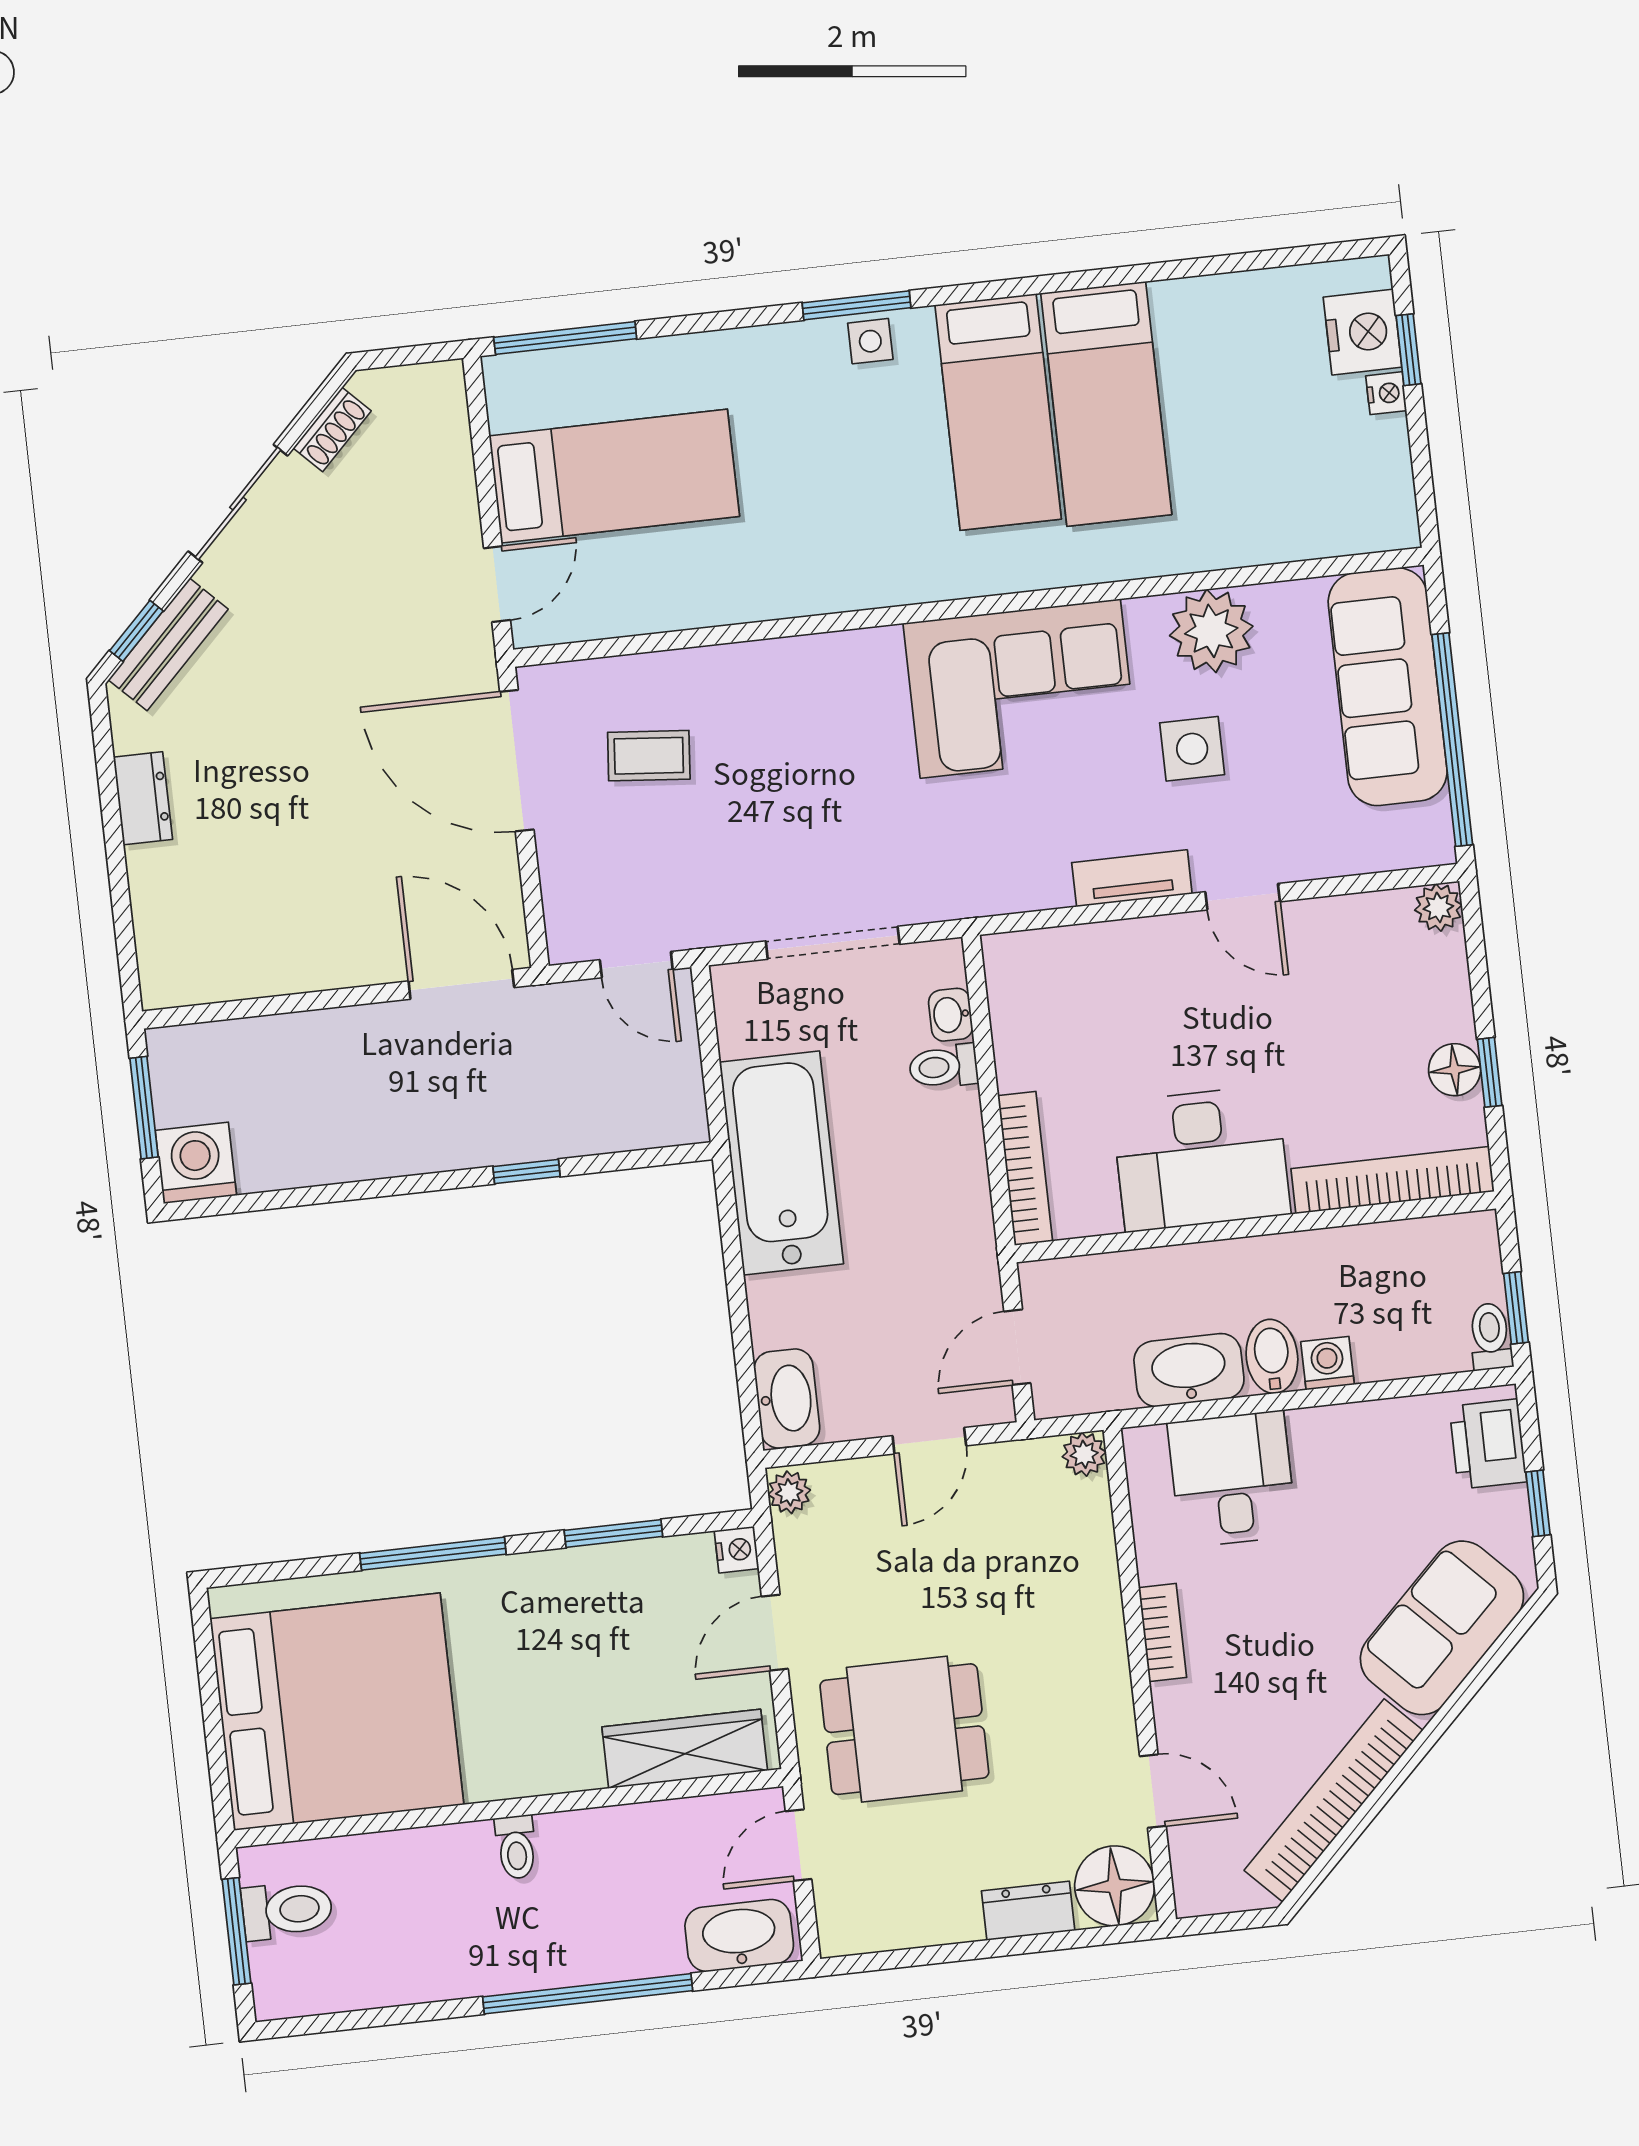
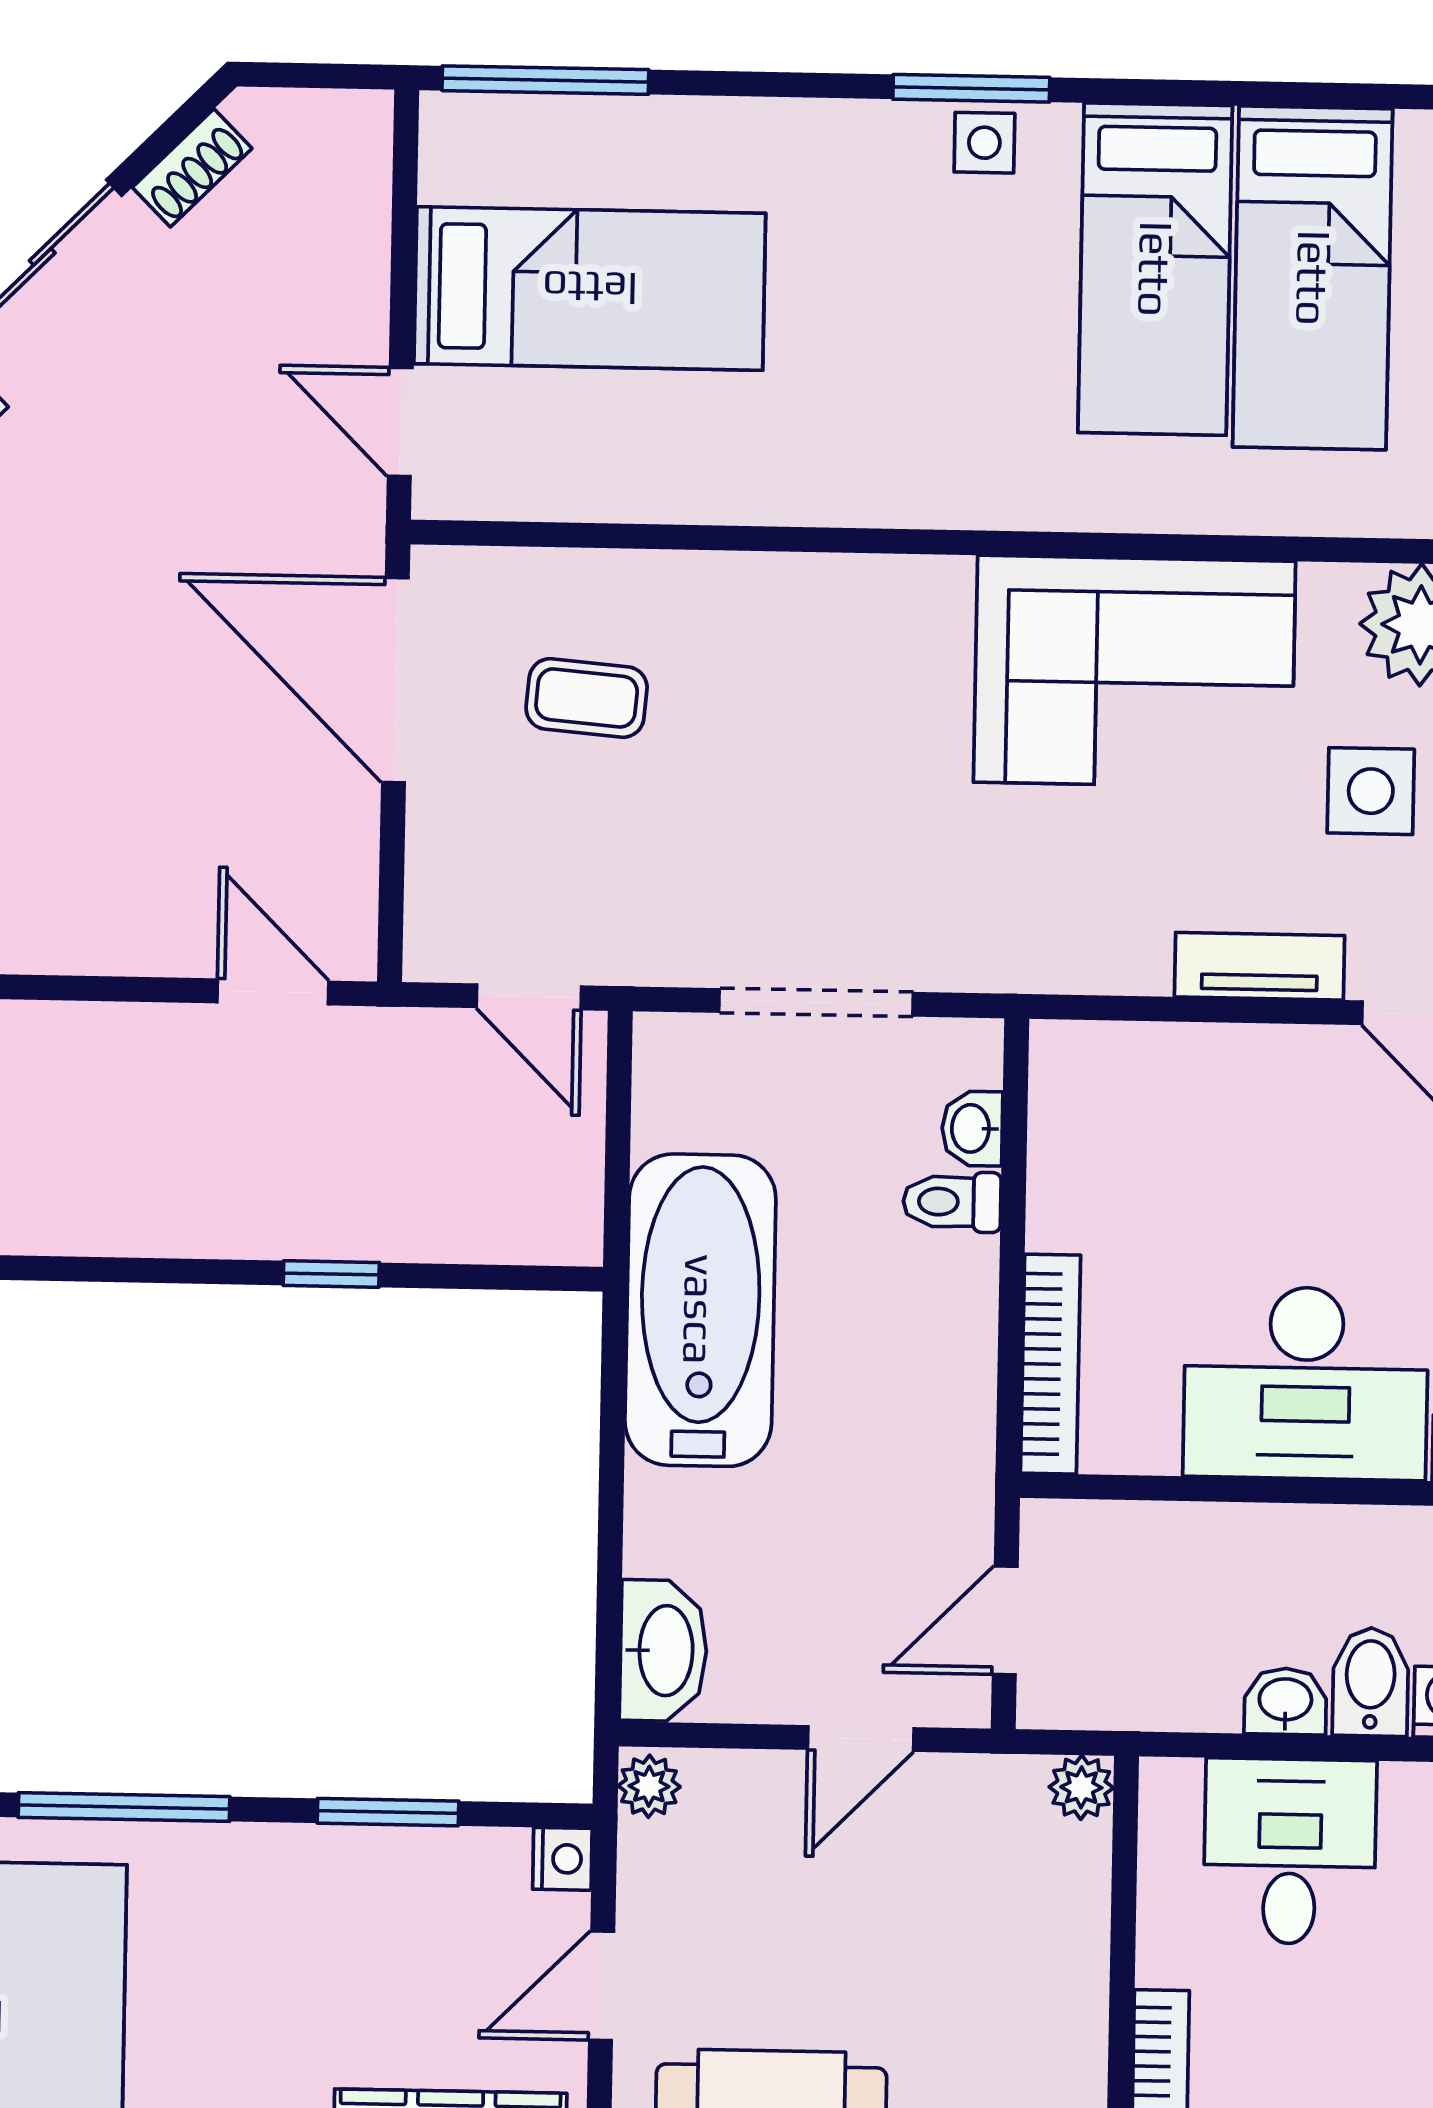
door: (497, 584) -> (400, 422), swing flipped
door: (461, 984) -> (273, 992), width x0.73
washbasin: (1189, 1370) -> (1285, 1701), width x0.52, depth x0.69

